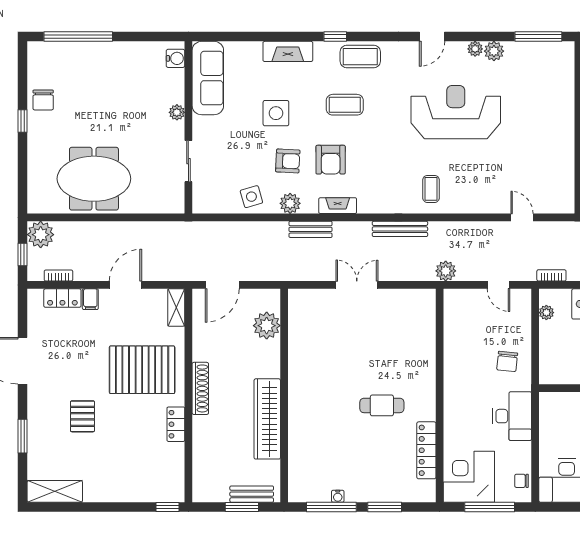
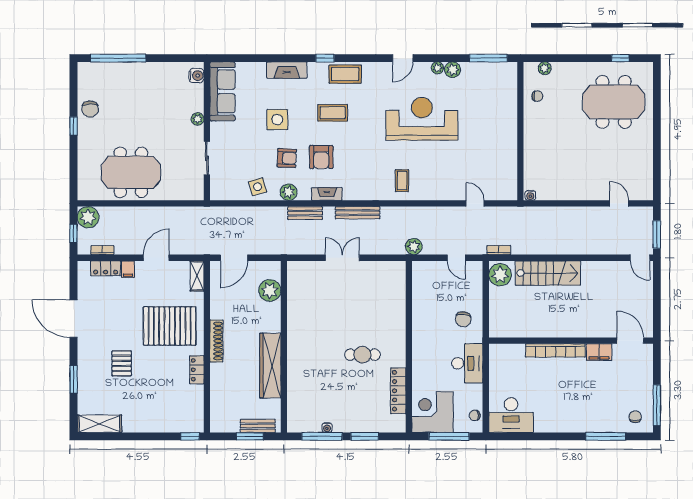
bench: (400, 229) -> (358, 213), moved
plant: (546, 313) -> (500, 275), width x1.88, depth x1.88

